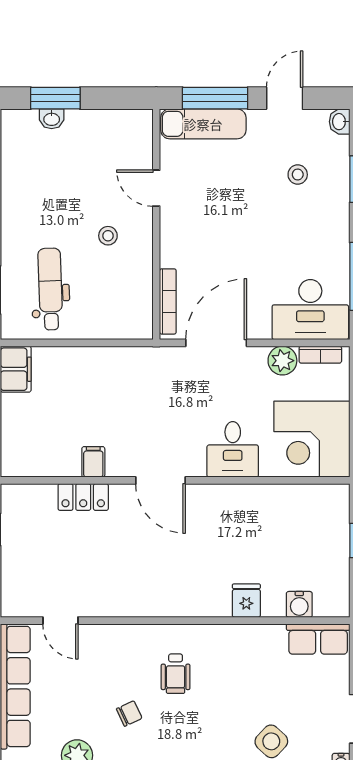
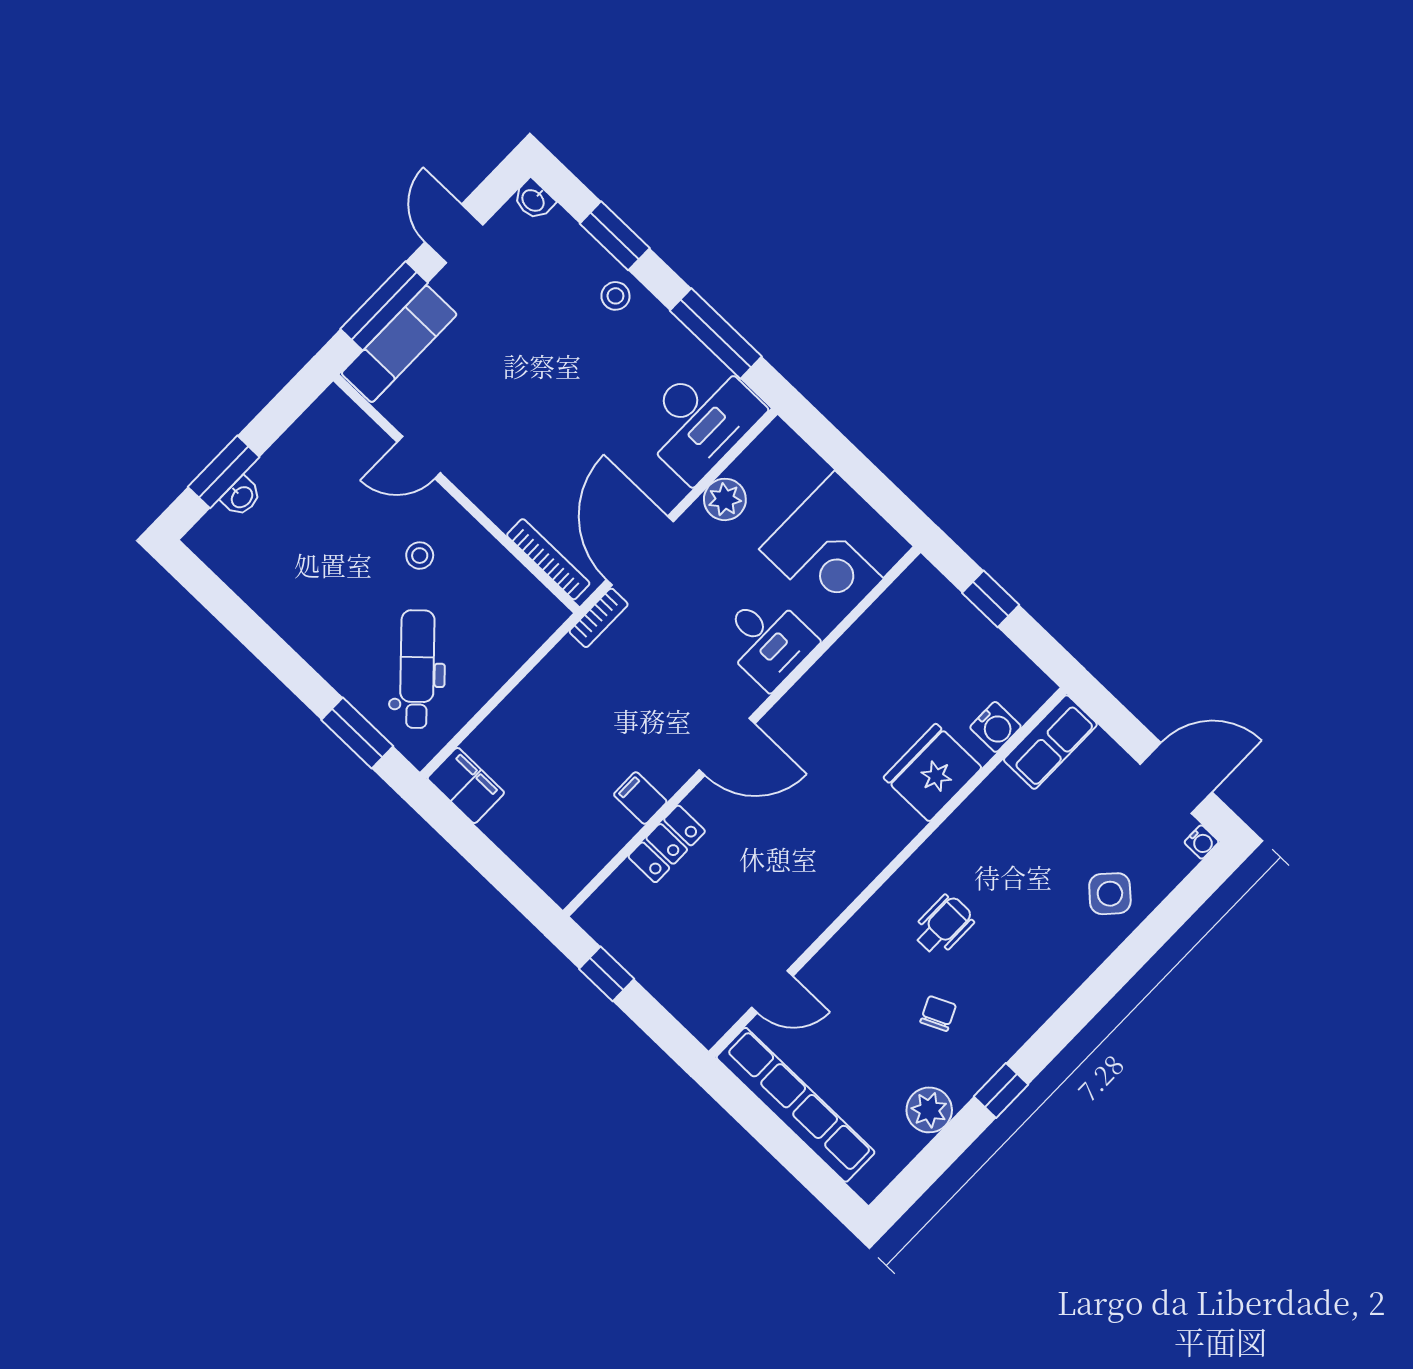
stool: (298, 175) -> (615, 296), moved
dental chair: (50, 289) -> (417, 669), turned 49
bookcase: (320, 355) -> (599, 618), moved
fridge: (246, 601) -> (933, 773), width x1.88, depth x1.34
wheelchair: (176, 674) -> (943, 925), turned -90

